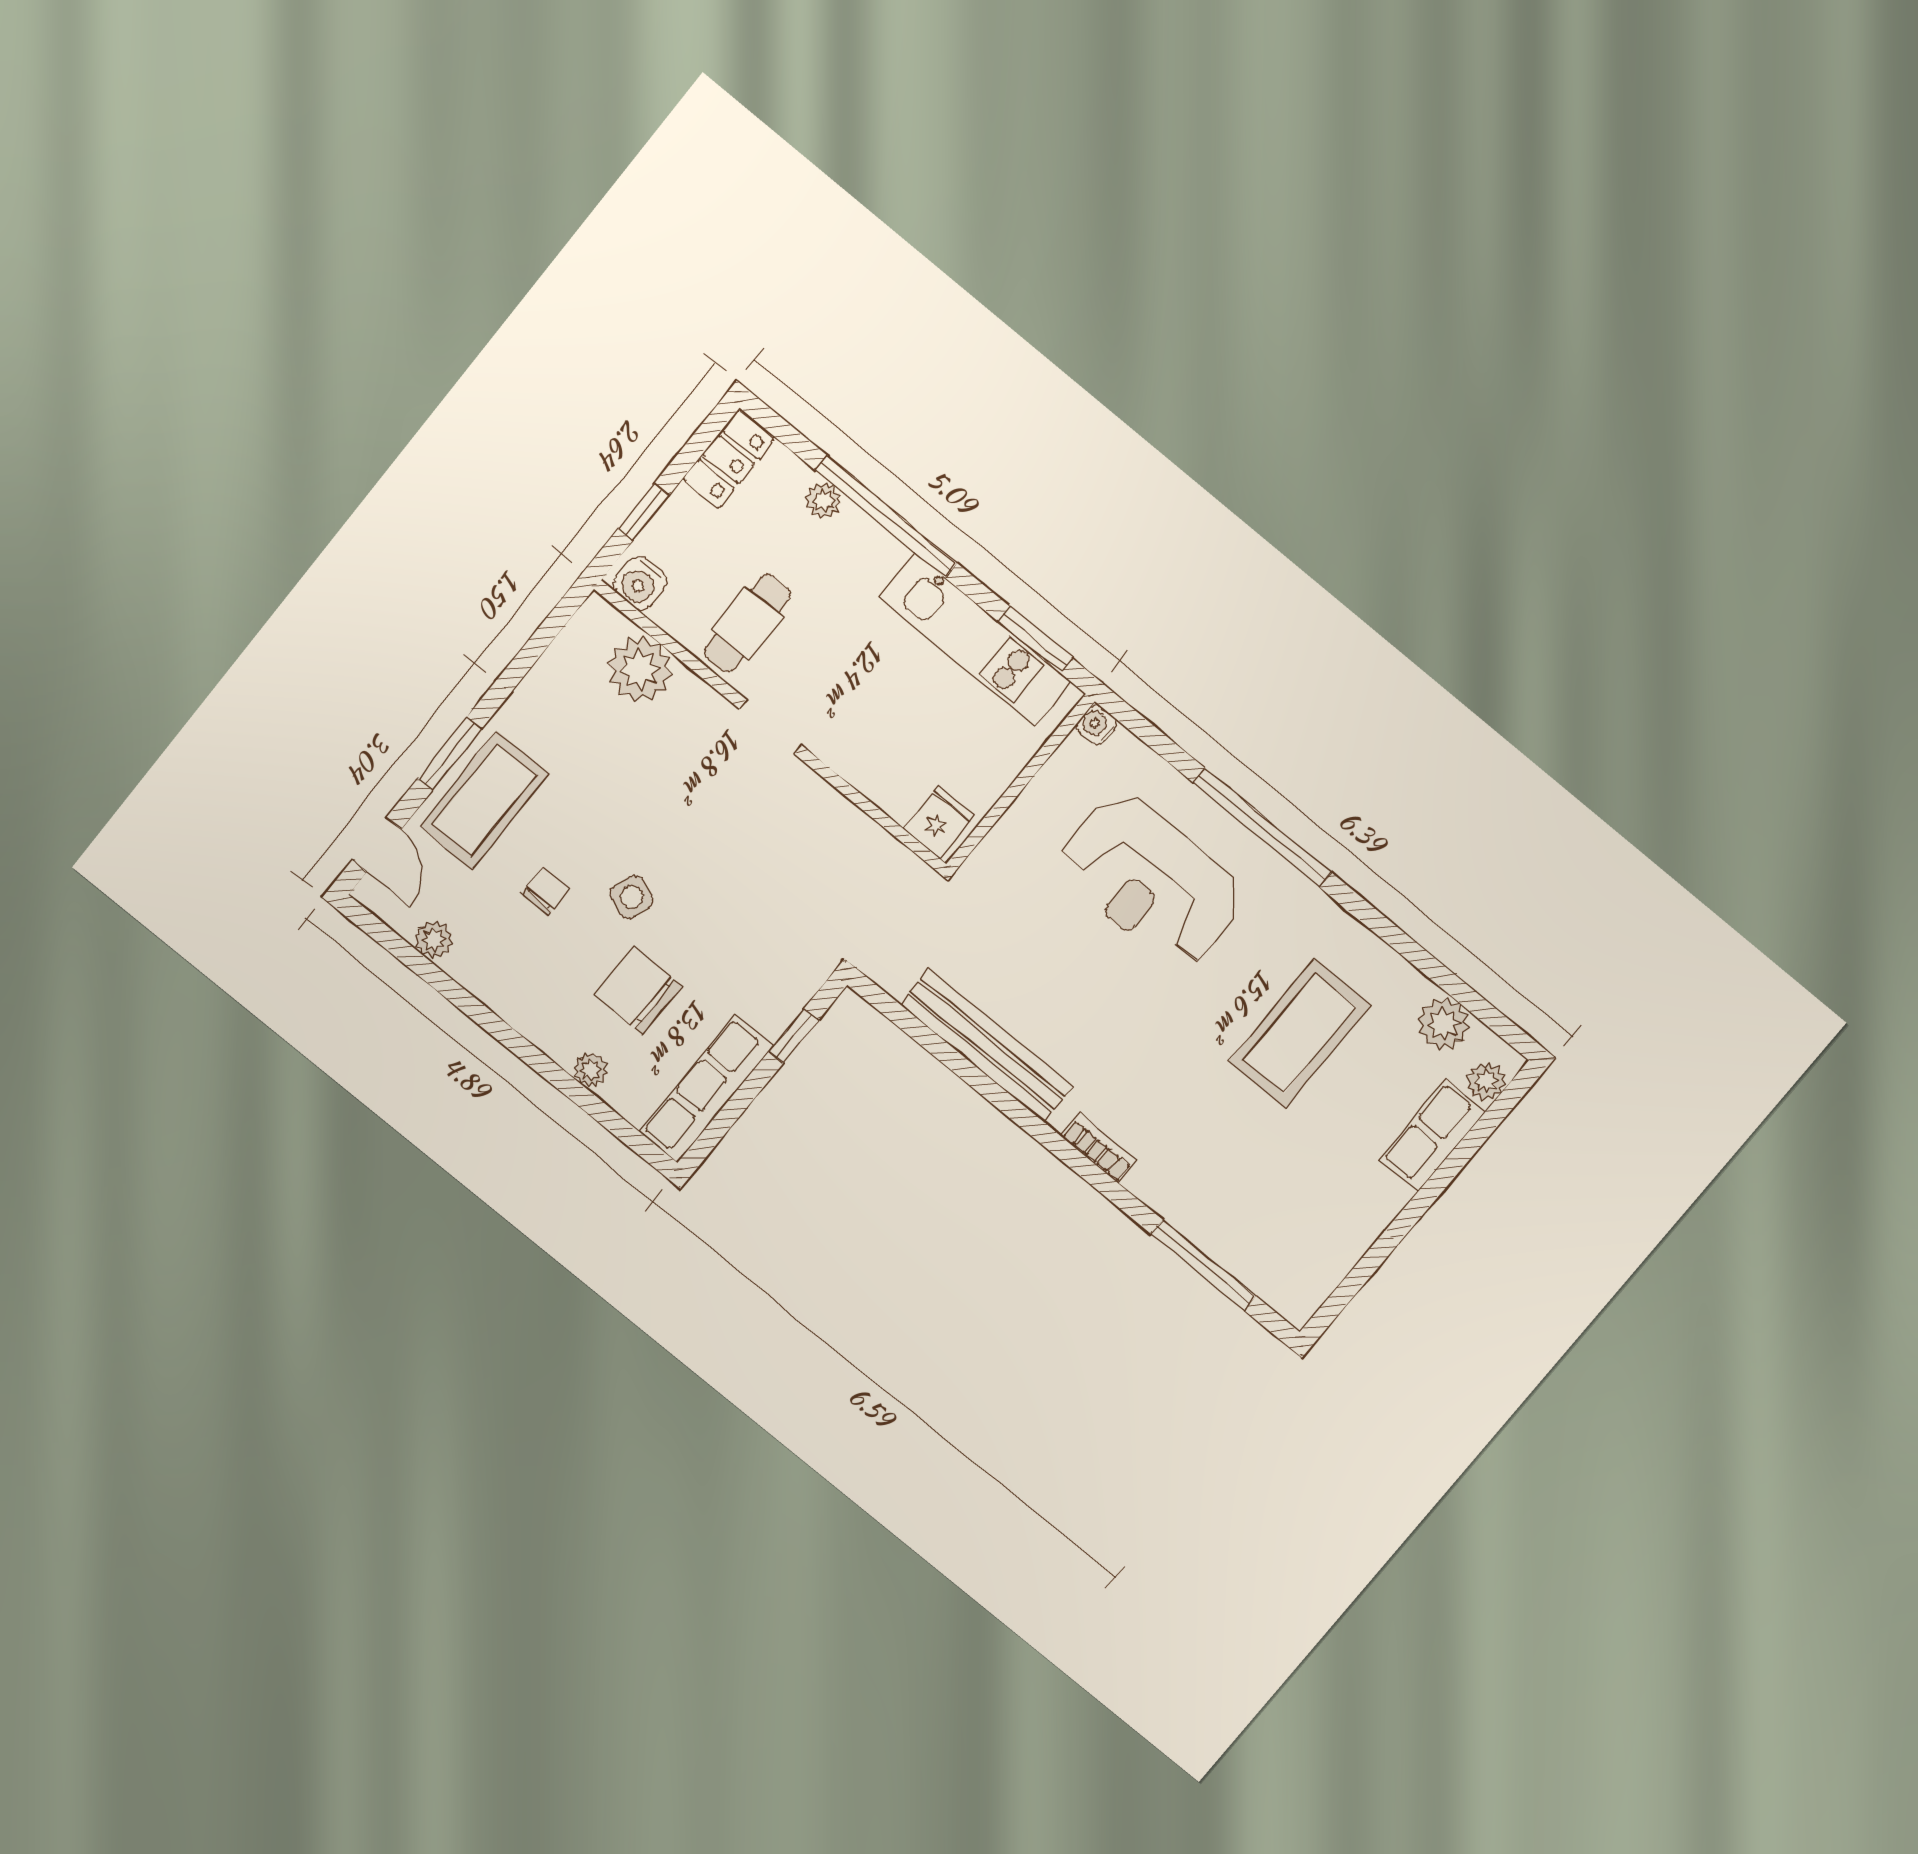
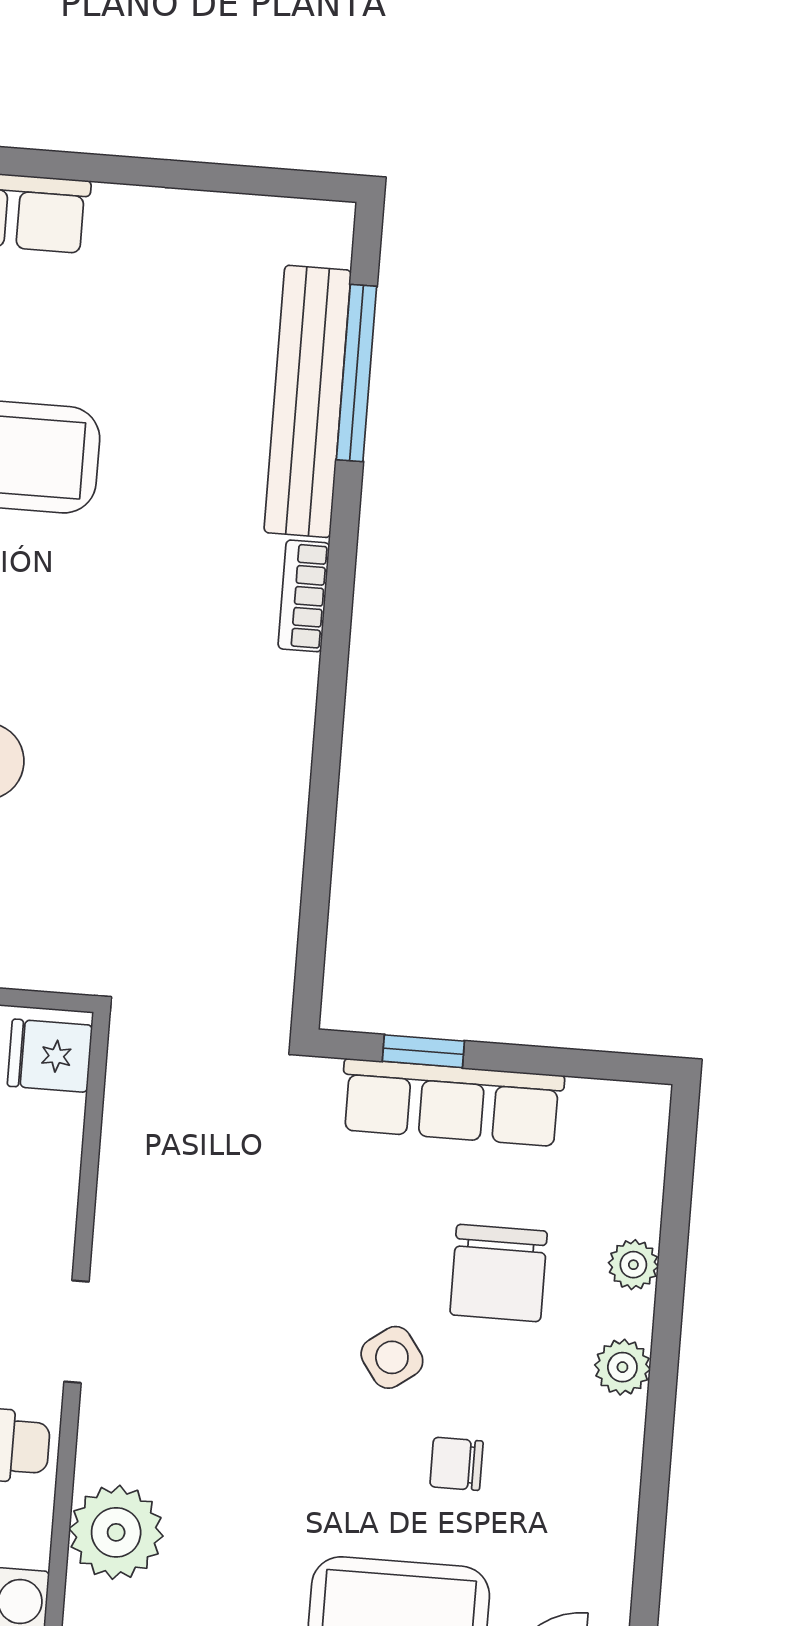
side table: (632, 897) -> (392, 1357), turned 37
plant: (434, 940) -> (622, 1367), moved
bench: (987, 1046) -> (308, 401), moved
row of seats: (706, 1089) -> (452, 1103), moved

